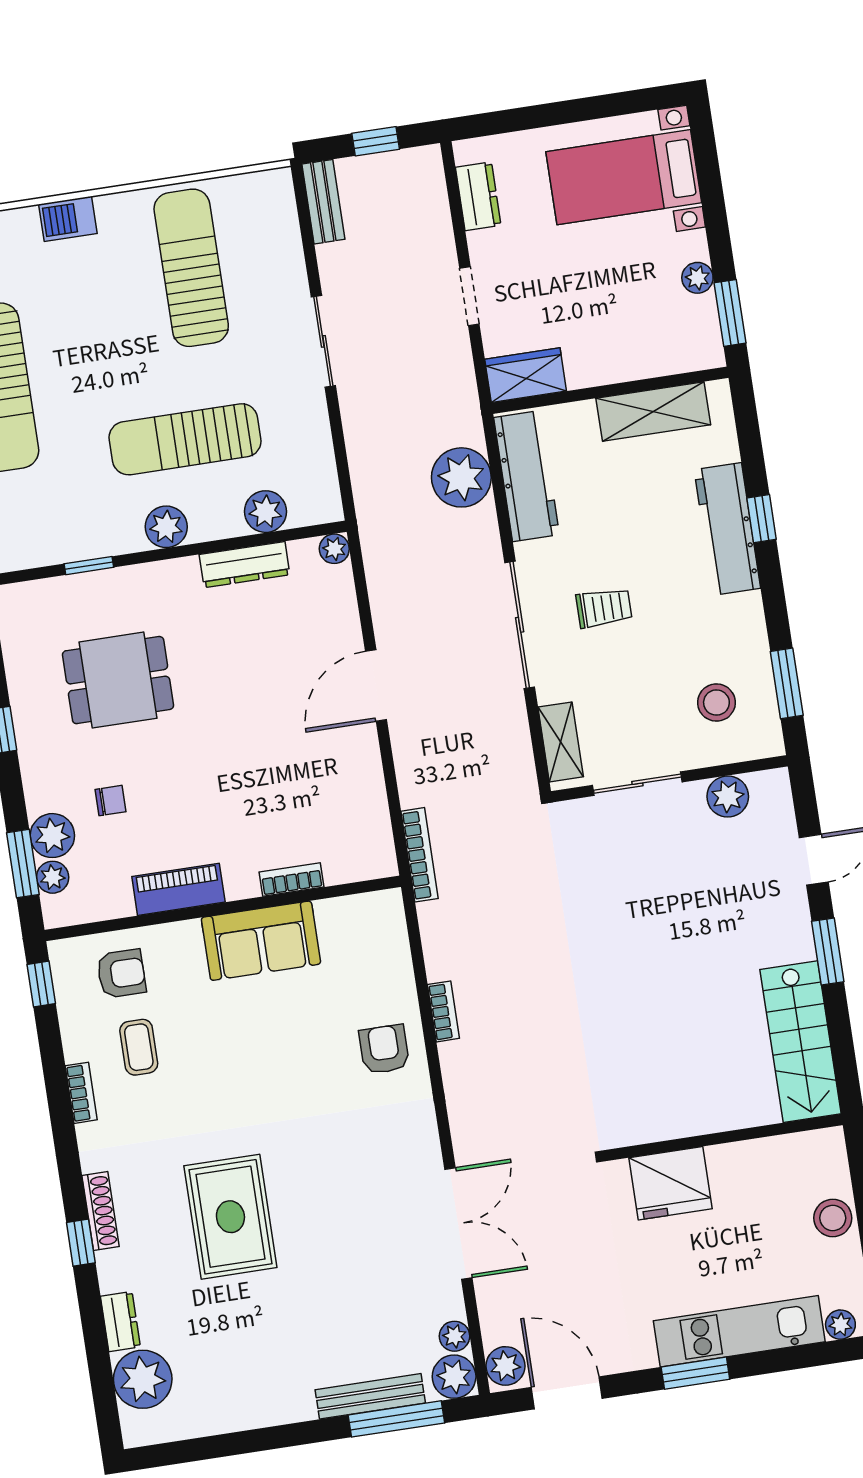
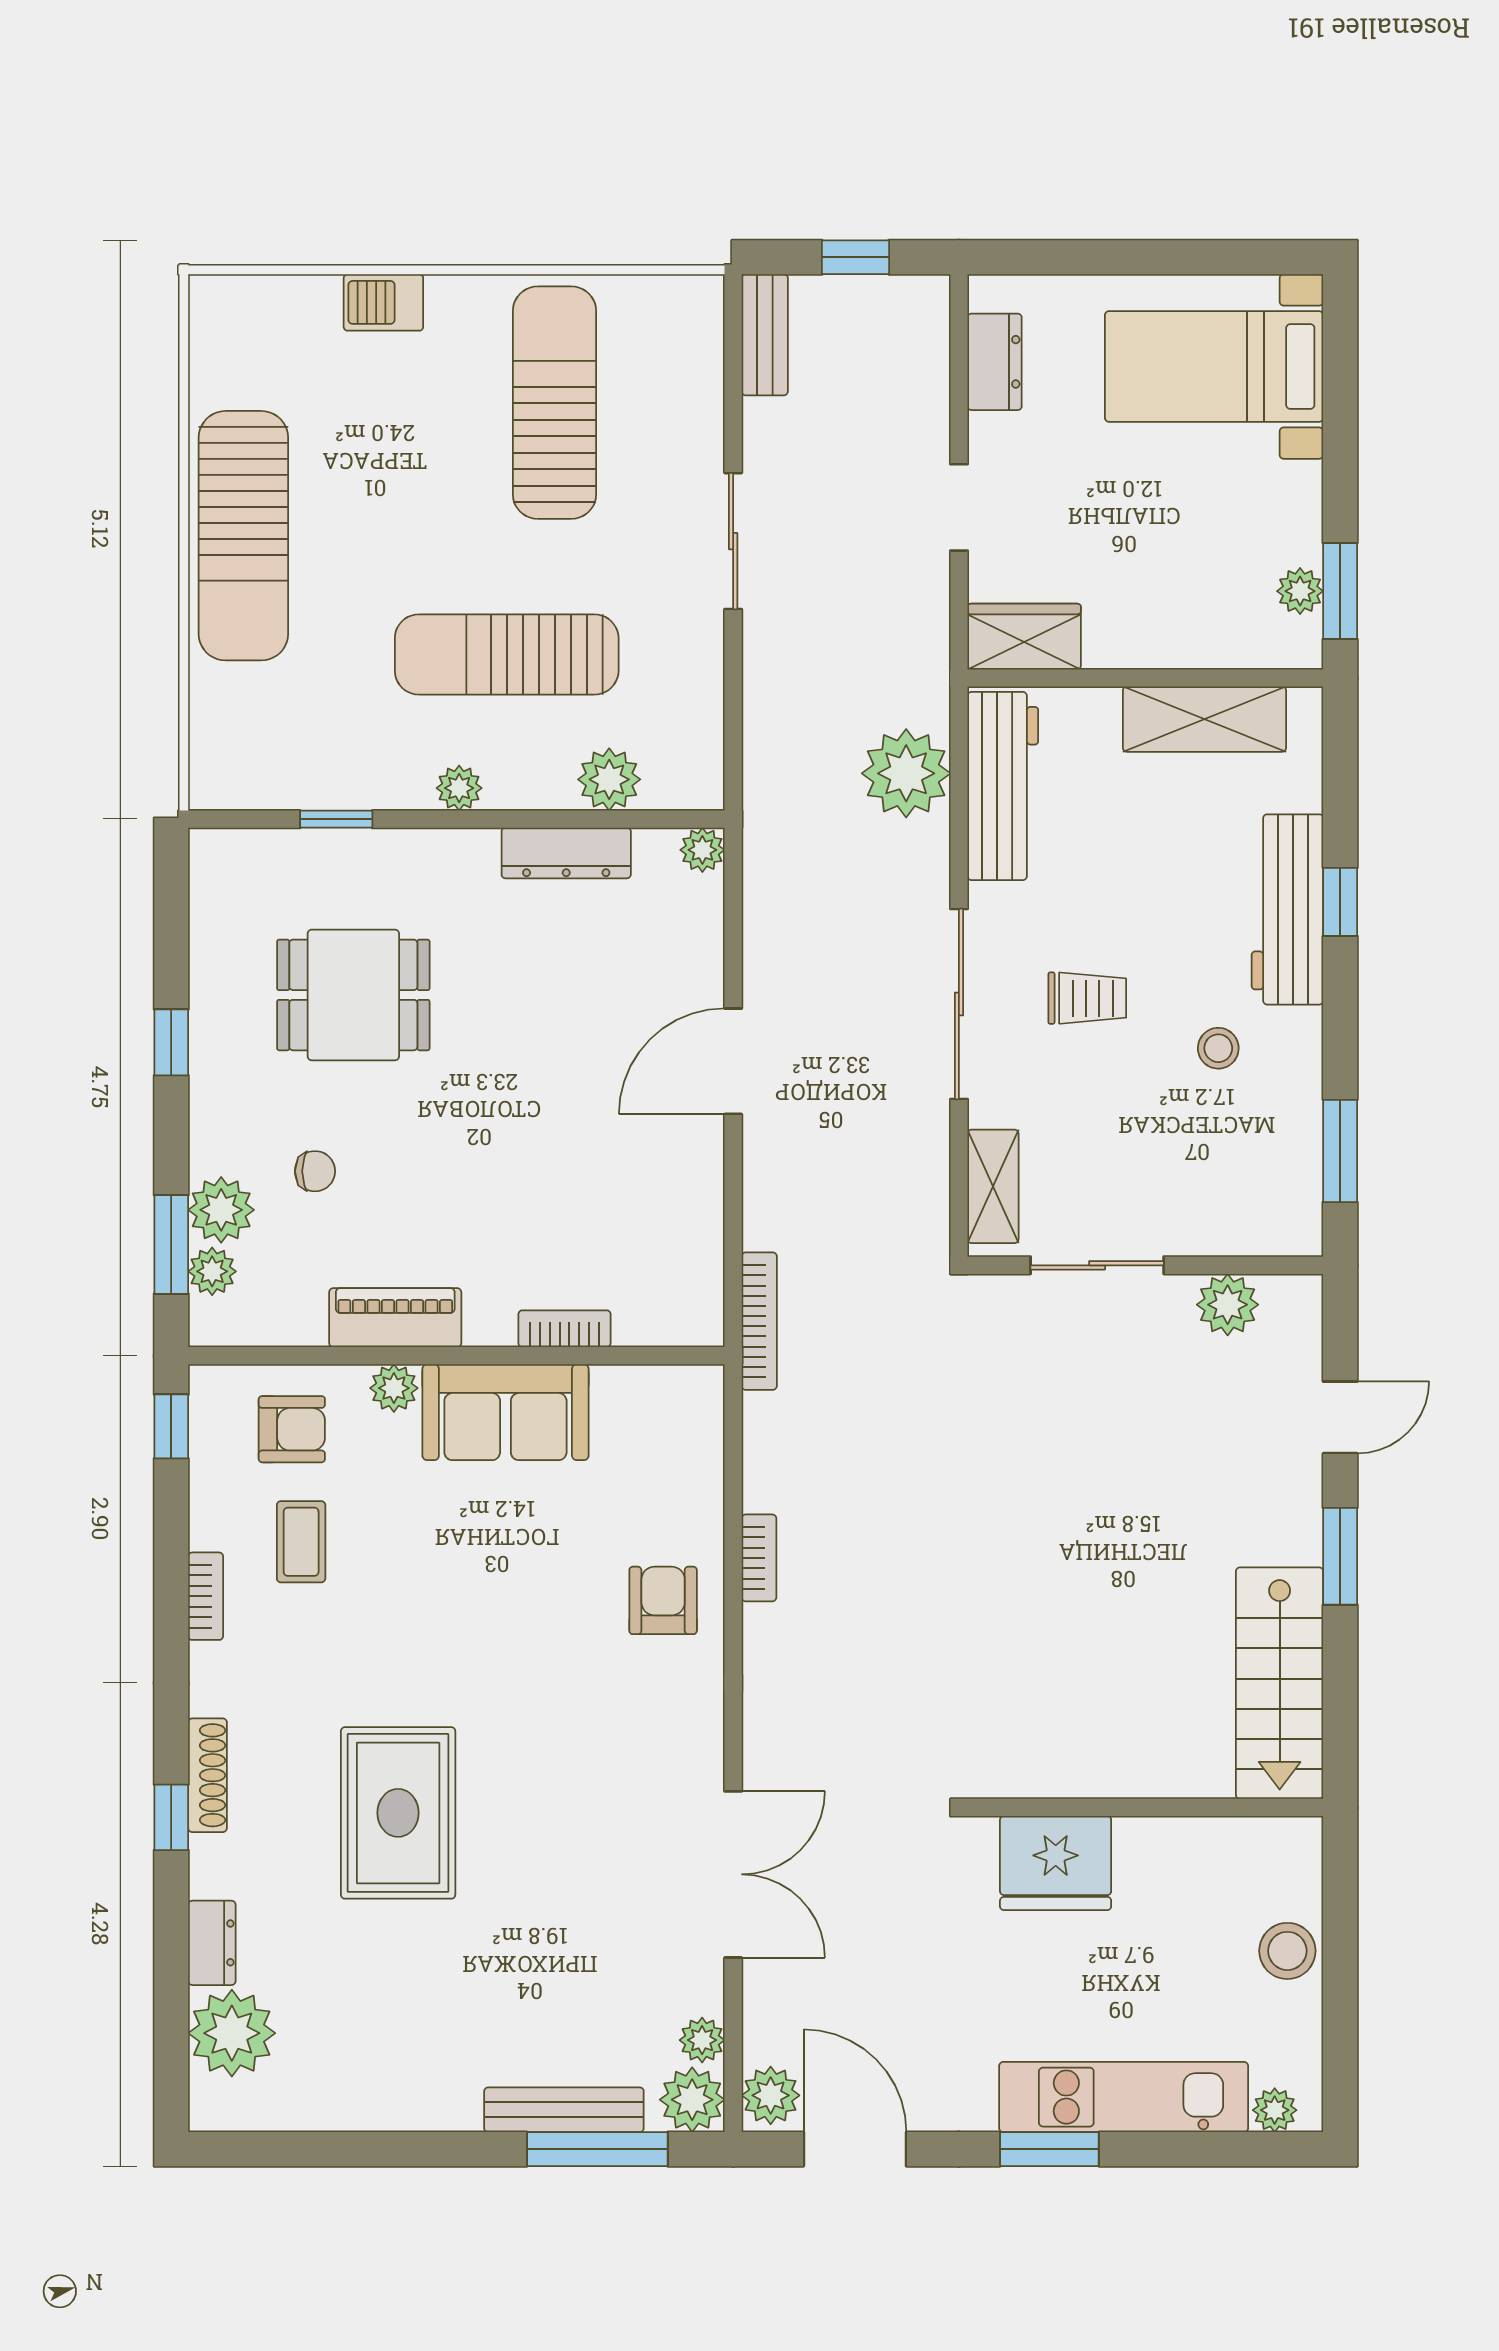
plant: (697, 278) -> (1300, 591), moved
plant: (166, 527) -> (459, 788), width x0.73, depth x0.73
stool: (716, 703) -> (1218, 1048), moved, width x0.73, depth x0.73
plant: (185, 936) -> (394, 1388), added

